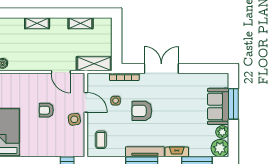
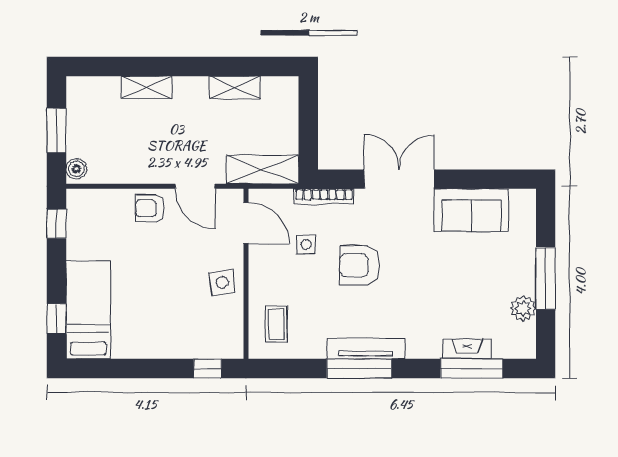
door: (86, 102) -> (246, 223), moved
window: (233, 104) -> (546, 278), moved
sofa: (218, 106) -> (471, 210), moved, turned -90
armchair: (46, 110) -> (150, 208), moved
plant: (220, 148) -> (518, 341), removed
fireplace: (177, 152) -> (467, 349), moved

